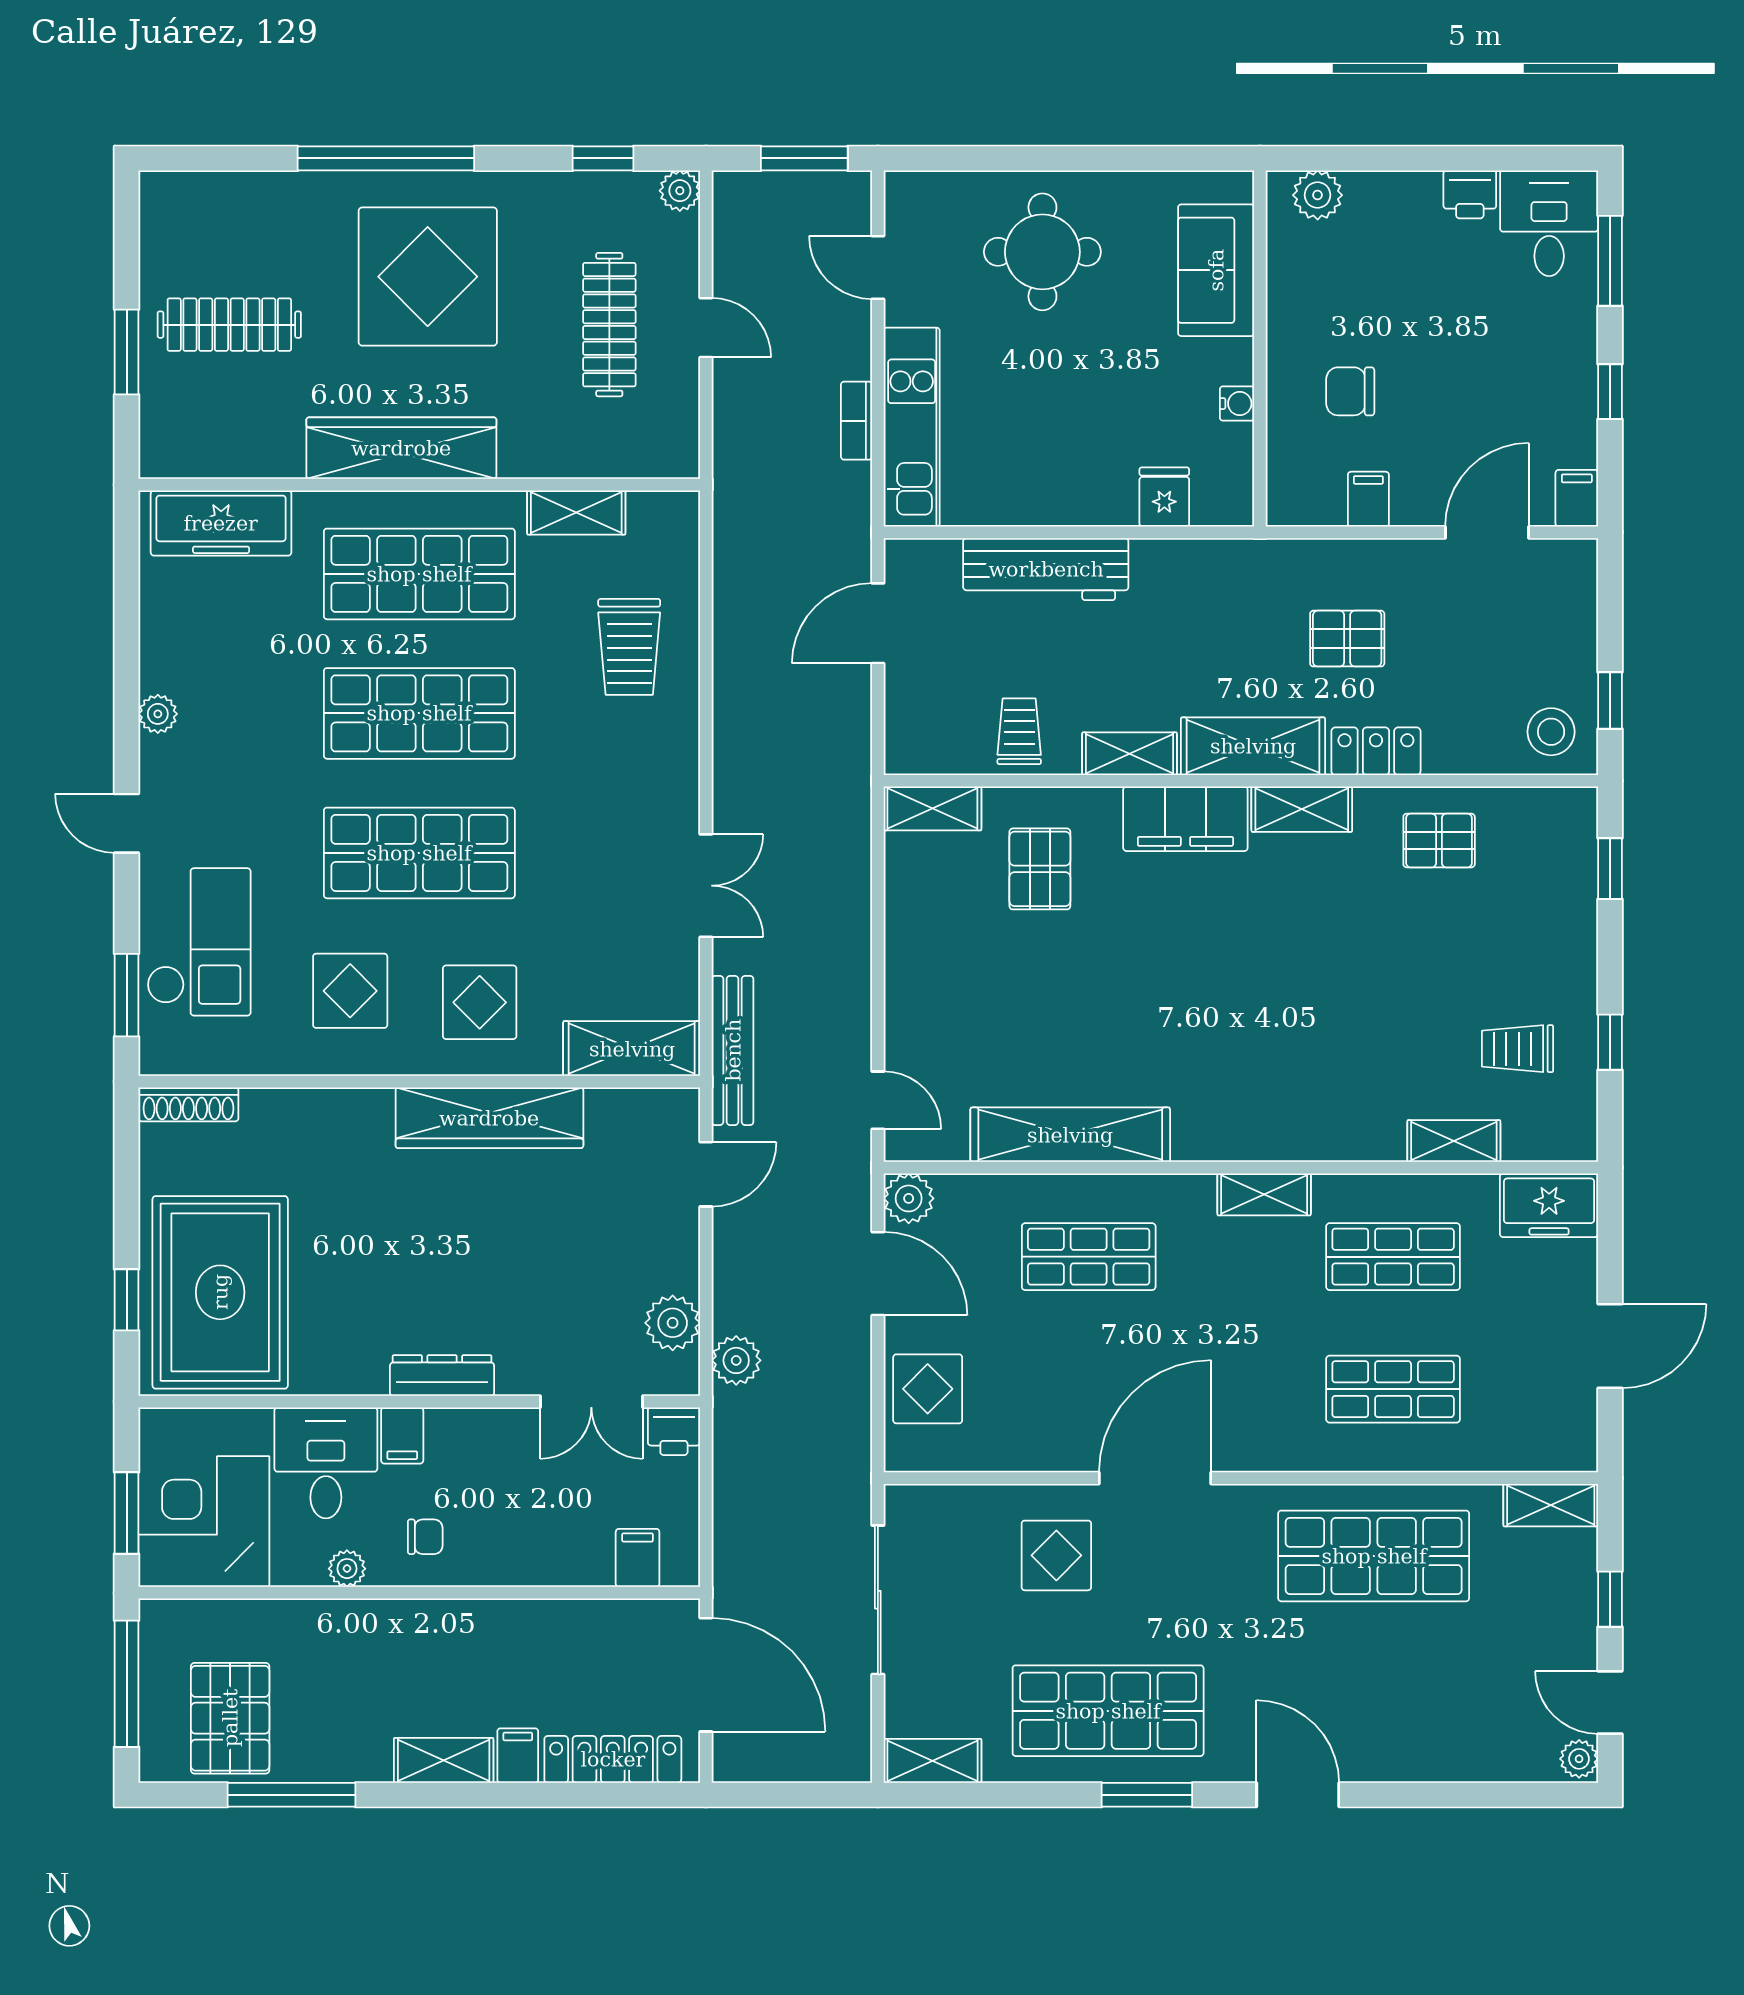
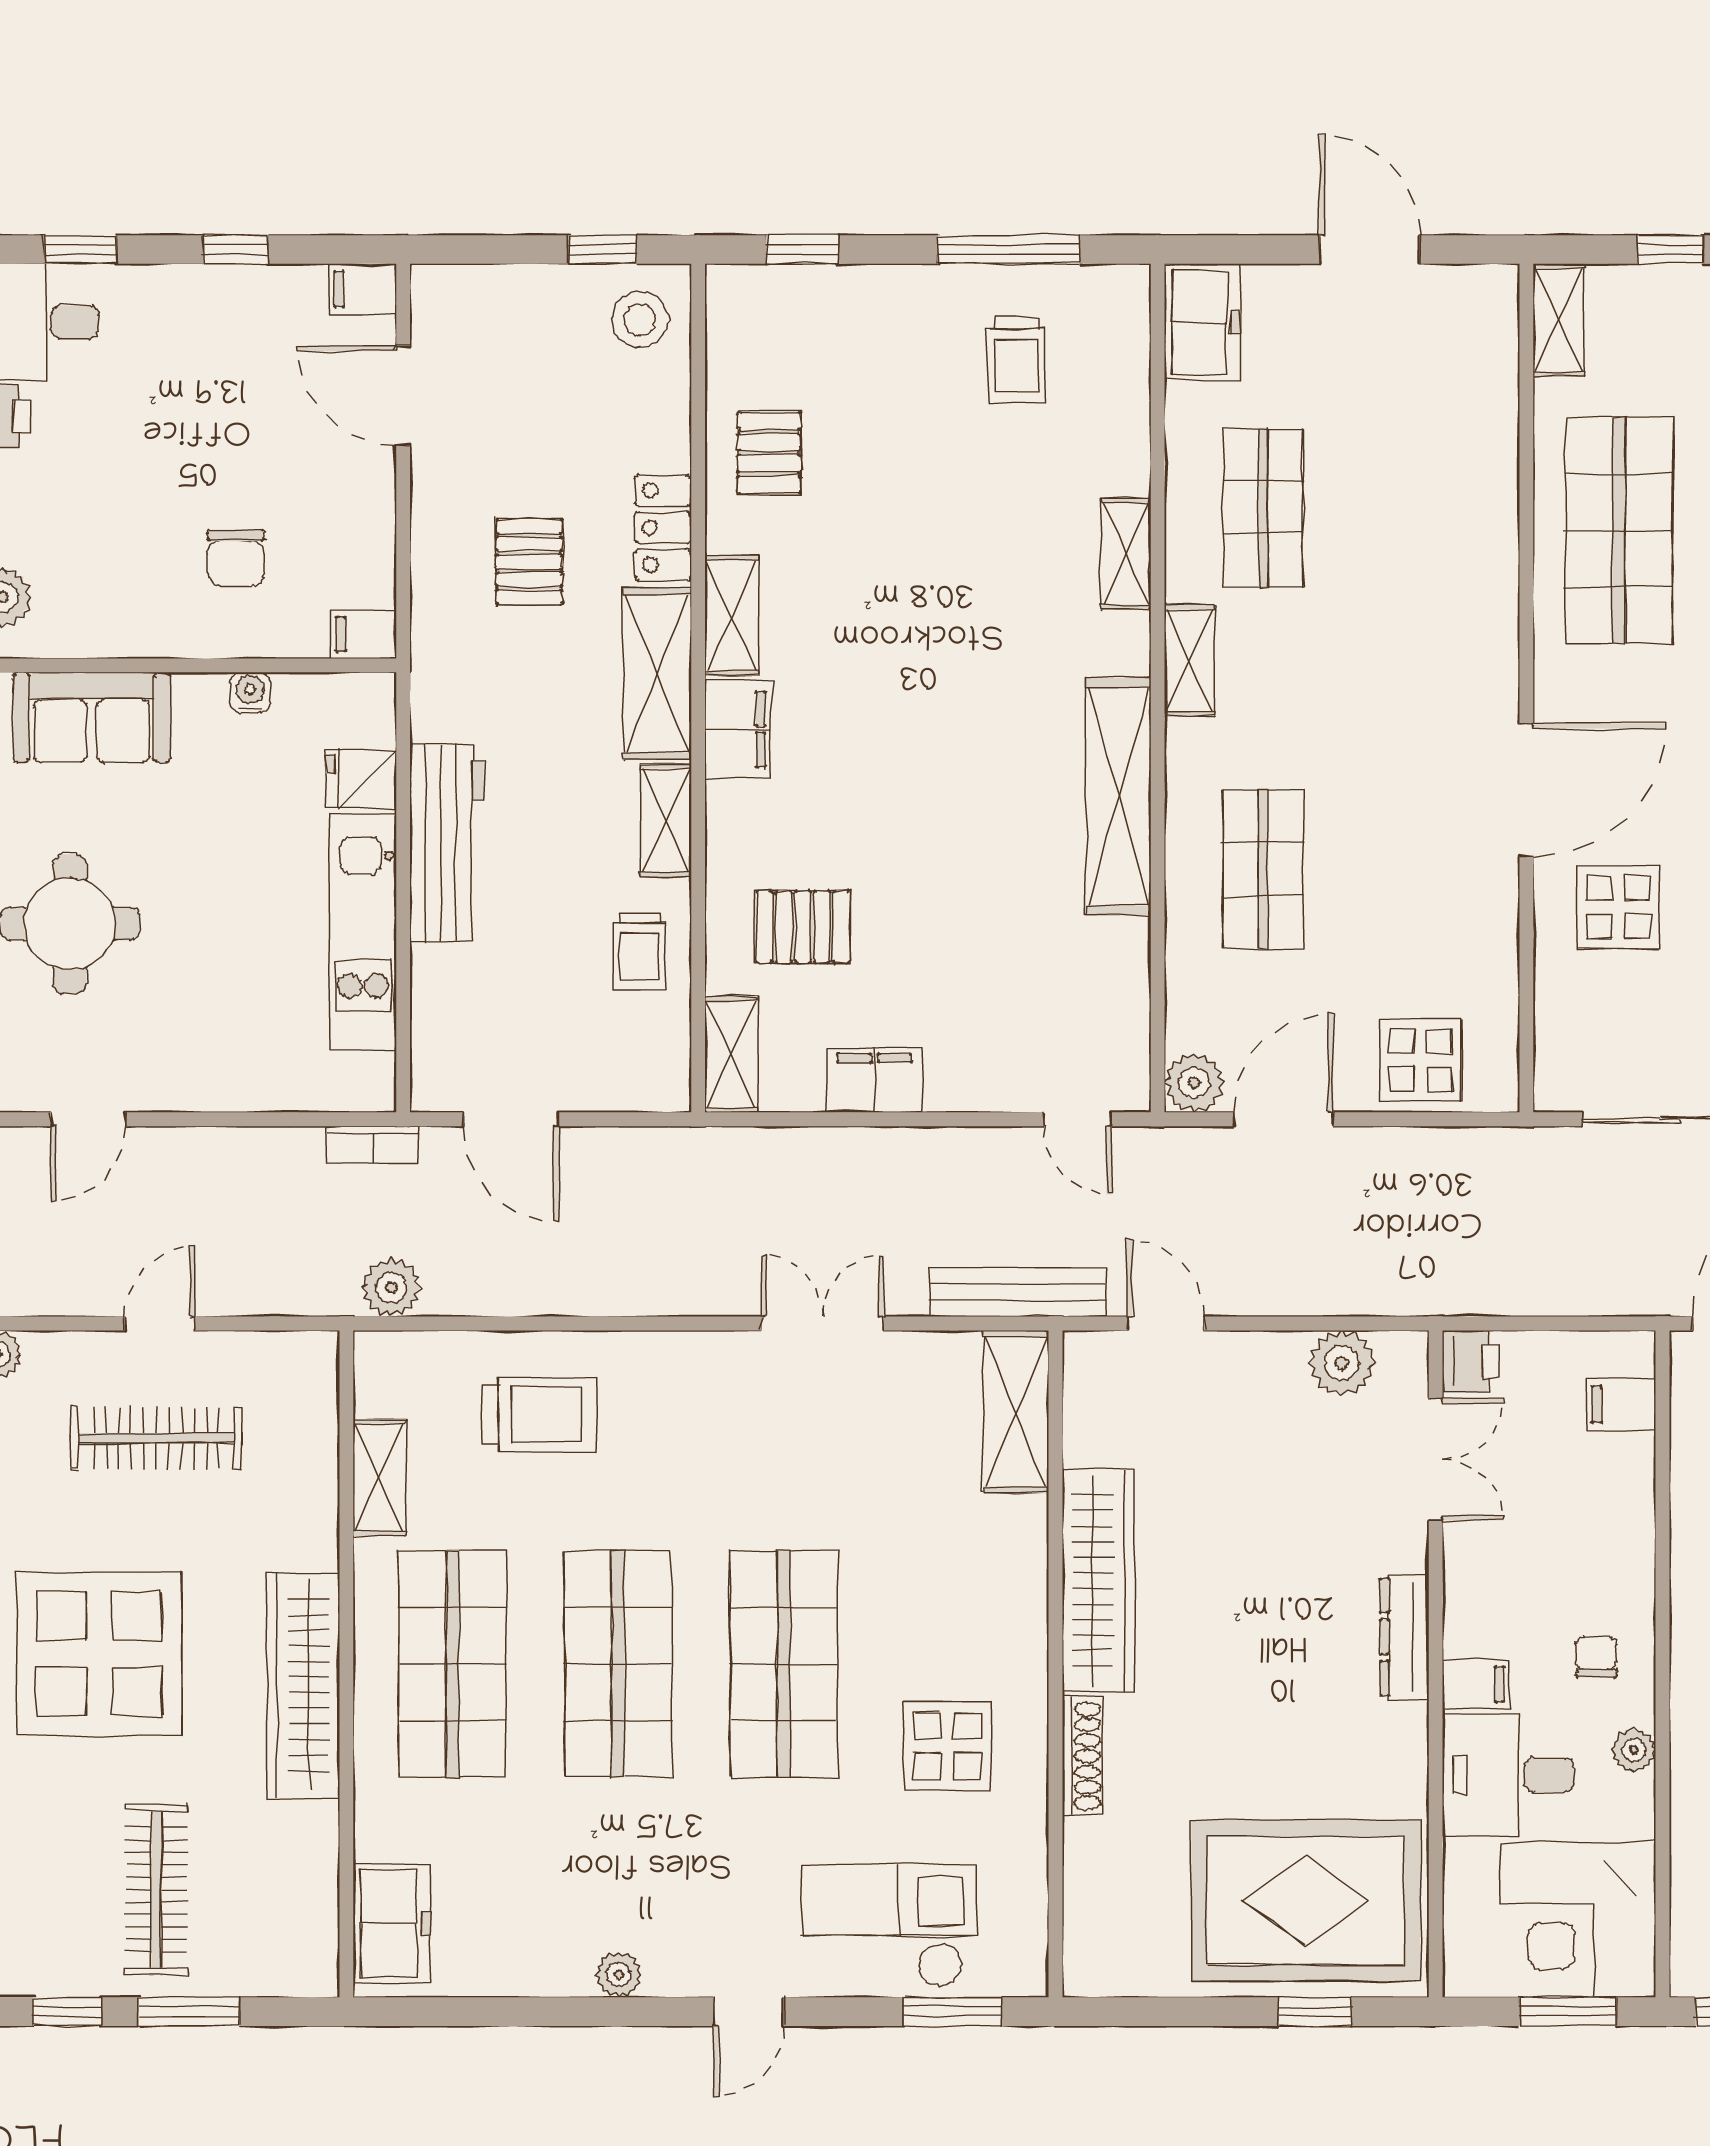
window: (127, 250) -> (67, 2012), added
window: (1610, 261) -> (80, 250), width x0.67
bookcase: (856, 421) -> (373, 1145), moved
kitchen unit: (912, 427) -> (363, 931), moved, turned -90
filing cabinet: (1368, 499) -> (364, 634), moved
freezer: (221, 523) -> (392, 1923), width x0.71
workbench: (1046, 569) -> (447, 843), moved
trolley: (1019, 731) -> (639, 951), turned -90
filing cabinet: (1185, 819) -> (738, 729), width x0.67, depth x0.86
filing cabinet: (910, 929) -> (875, 1080), added
display table: (480, 1002) -> (961, 1592), removed
window: (1610, 1042) -> (1008, 250), width x2.17
door: (878, 1100) -> (1078, 1119), swing flipped
shoe rack: (188, 1104) -> (1082, 1756), moved
shelving: (1070, 1135) -> (1118, 796), moved
shelving: (1454, 1141) -> (1126, 554), moved
plant: (736, 1360) -> (391, 1288), moved
shop shelf: (1393, 1389) -> (1421, 507), removed
door: (1155, 1478) -> (1526, 790), swing flipped

